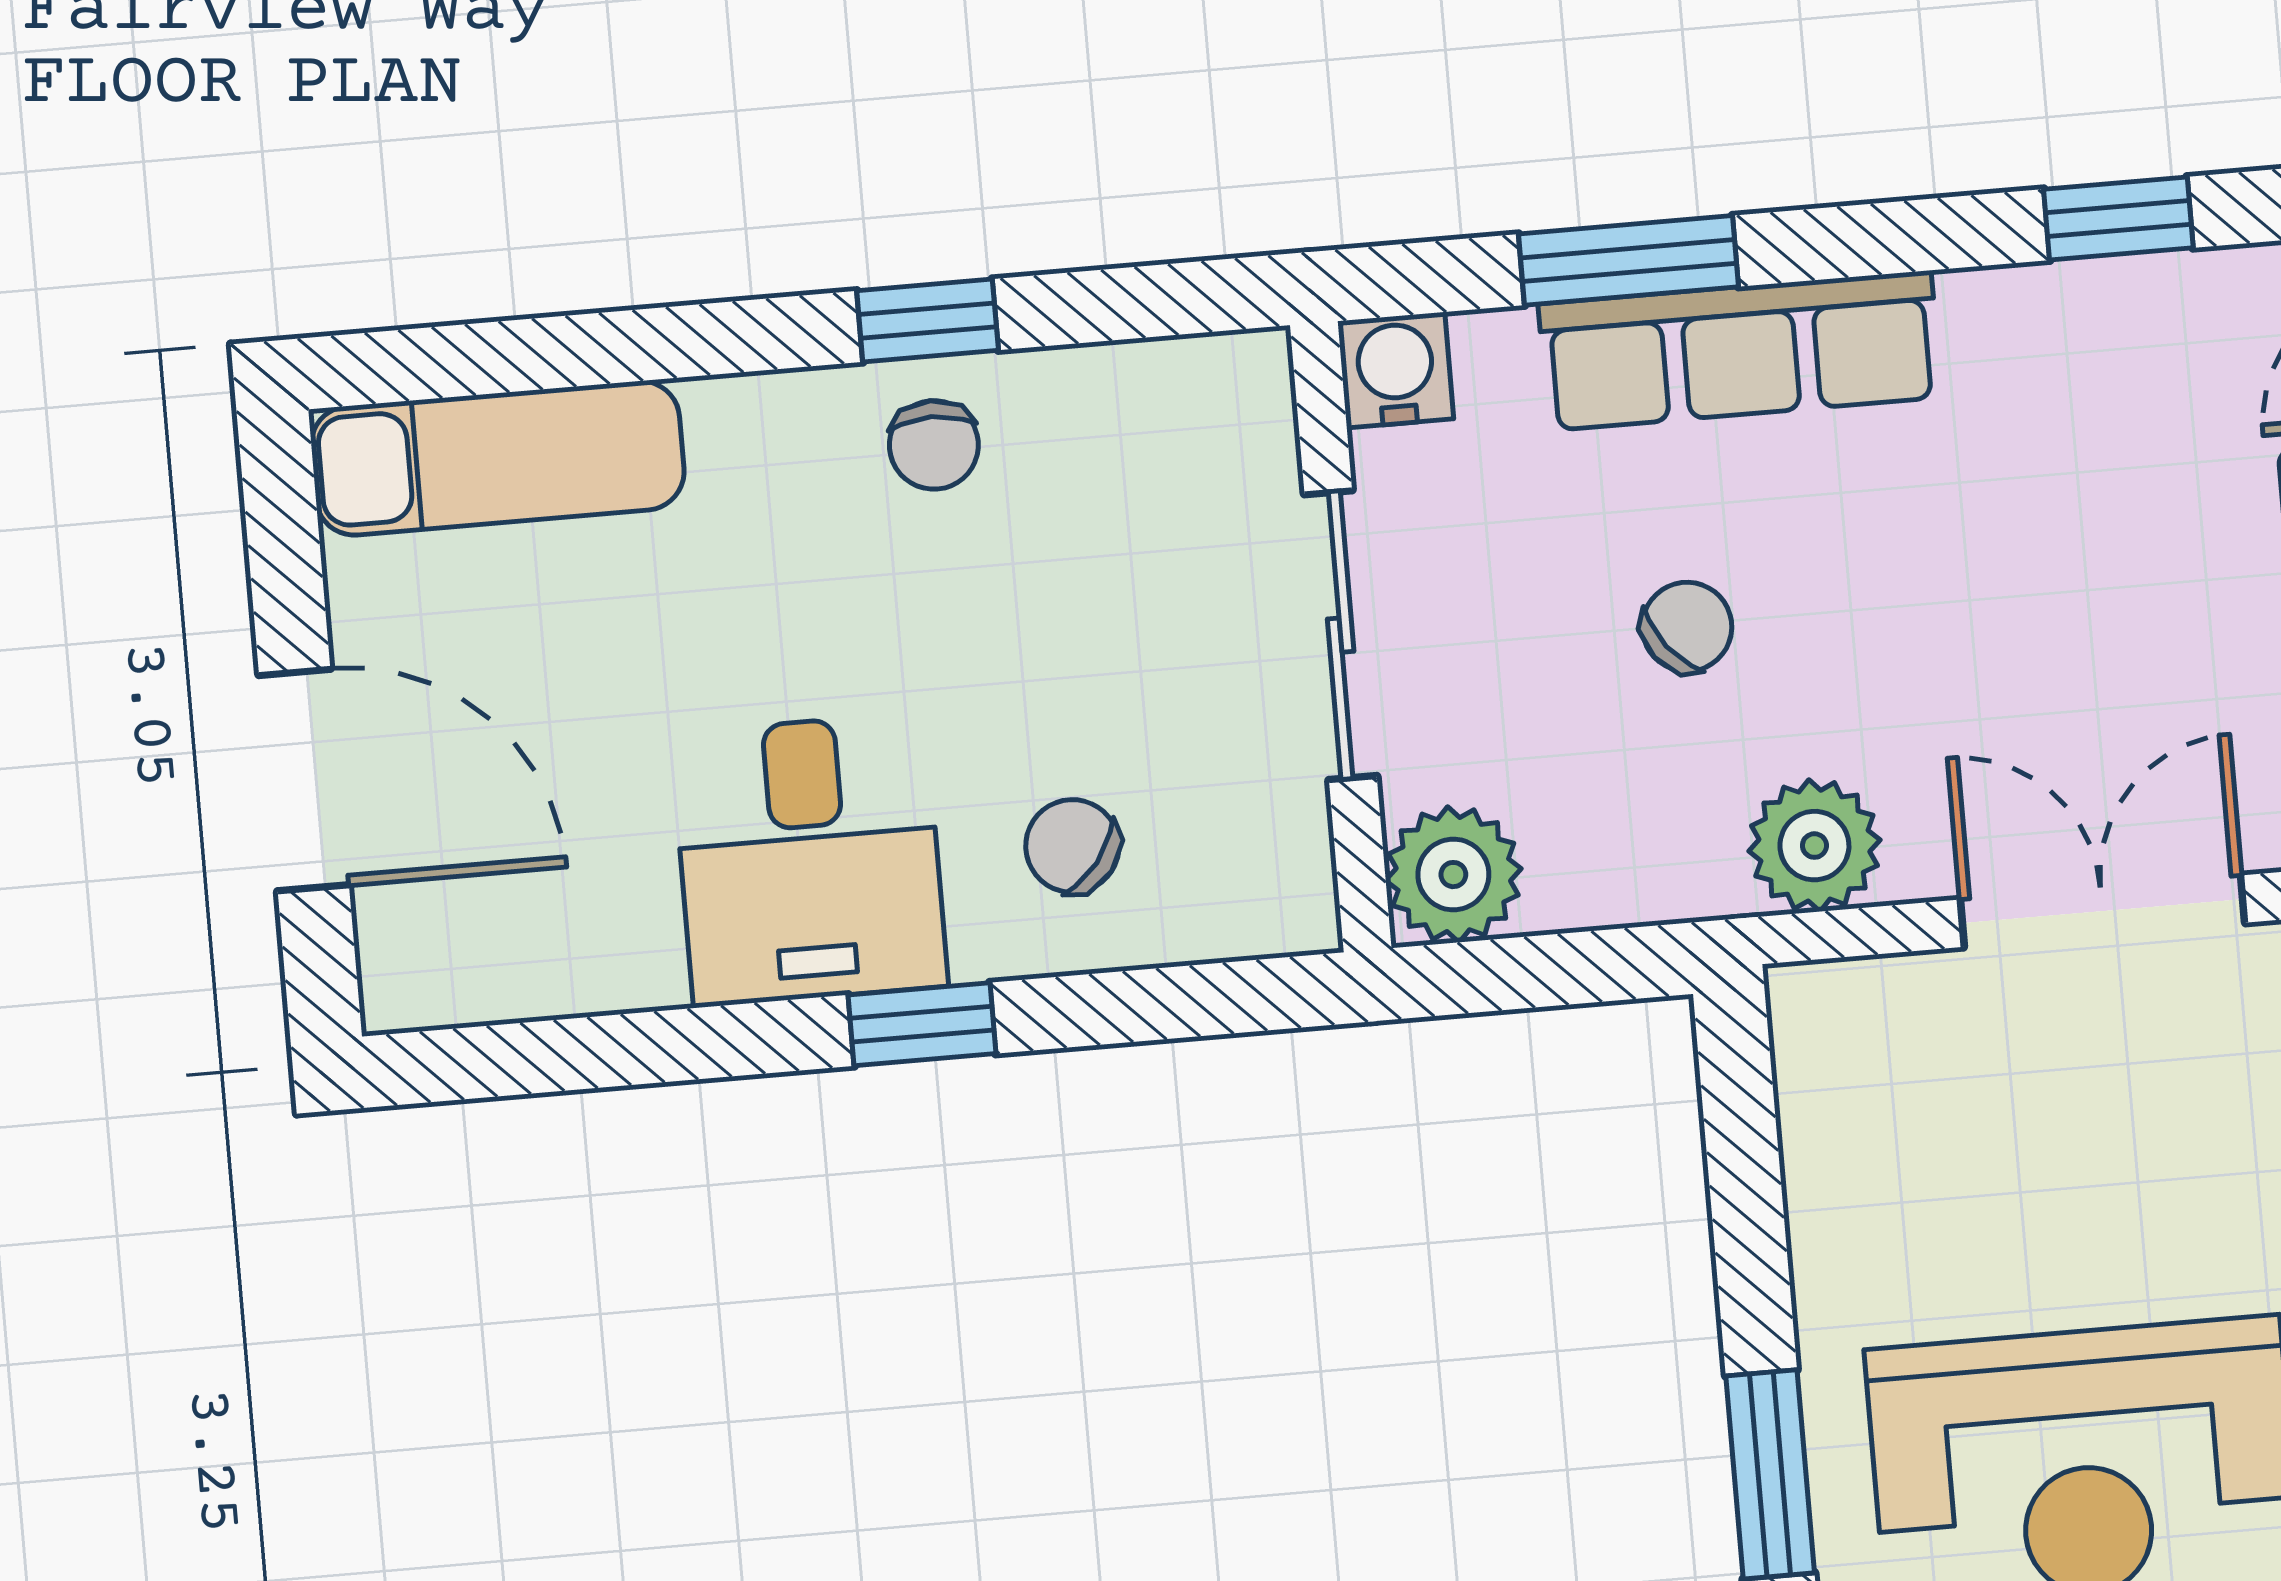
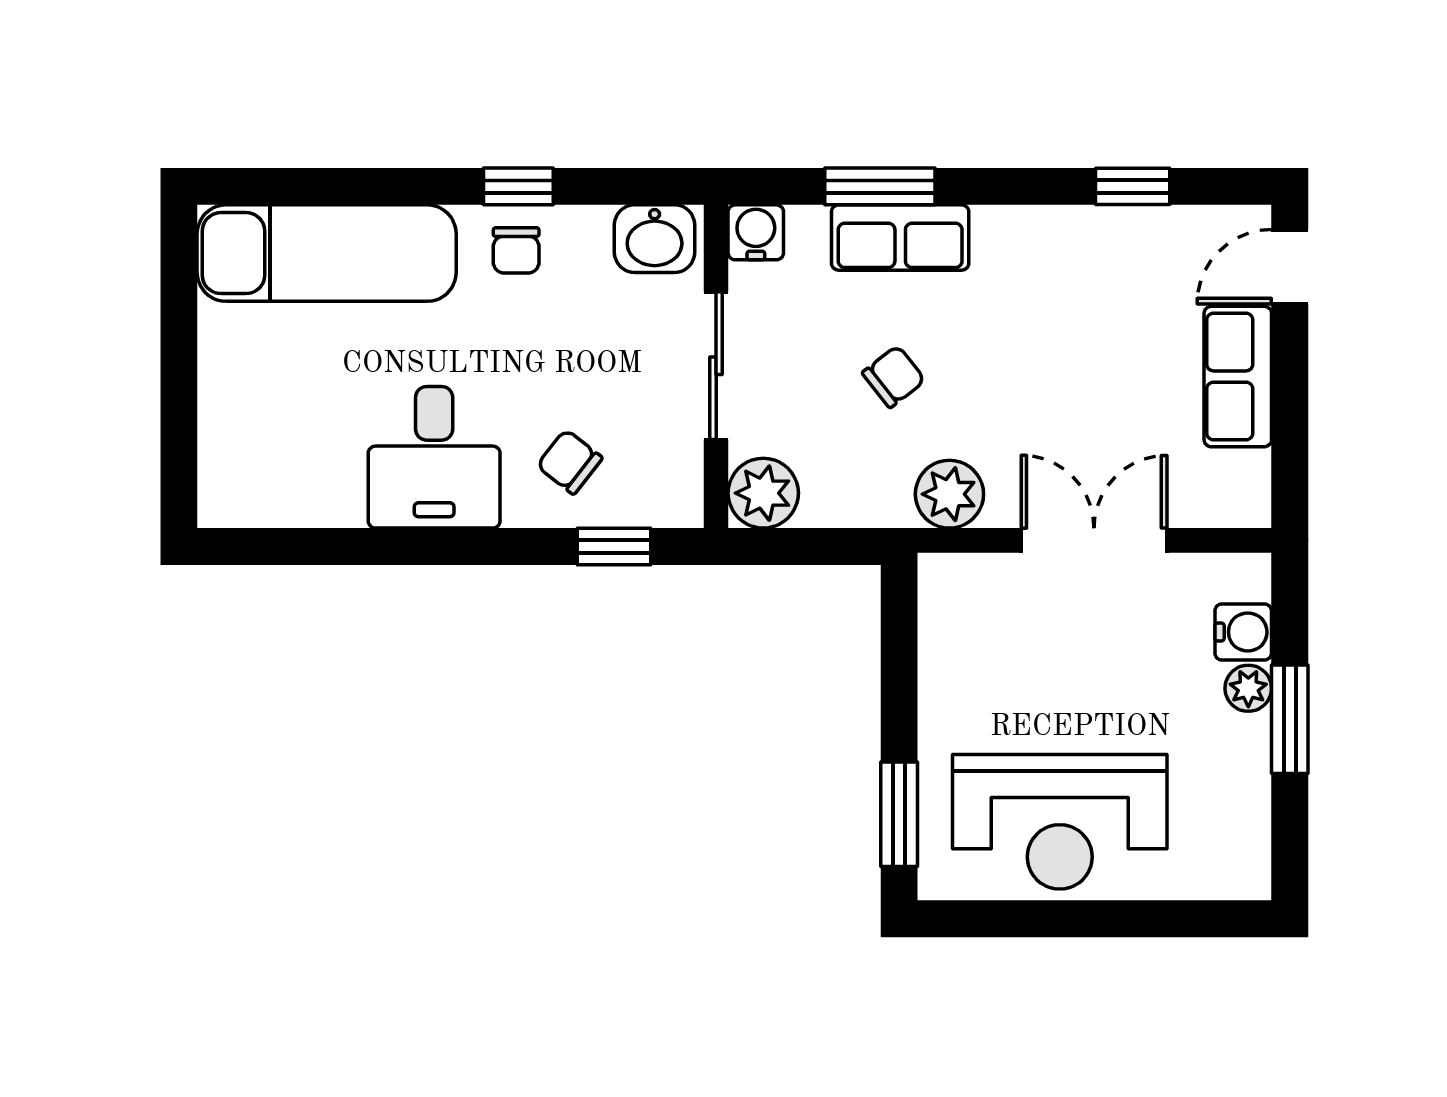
row of seats: (1740, 351) -> (900, 237), width x0.68
washbasin: (1200, 399) -> (655, 239), added
exam couch: (498, 458) -> (327, 253), width x1.36, depth x1.45
door: (304, 780) -> (179, 394), removed
window: (922, 1024) -> (614, 546), moved

